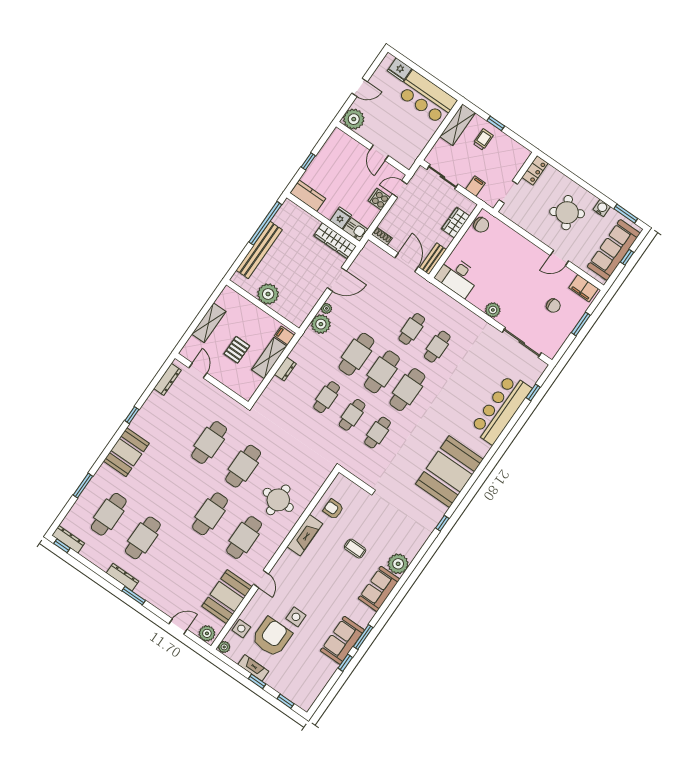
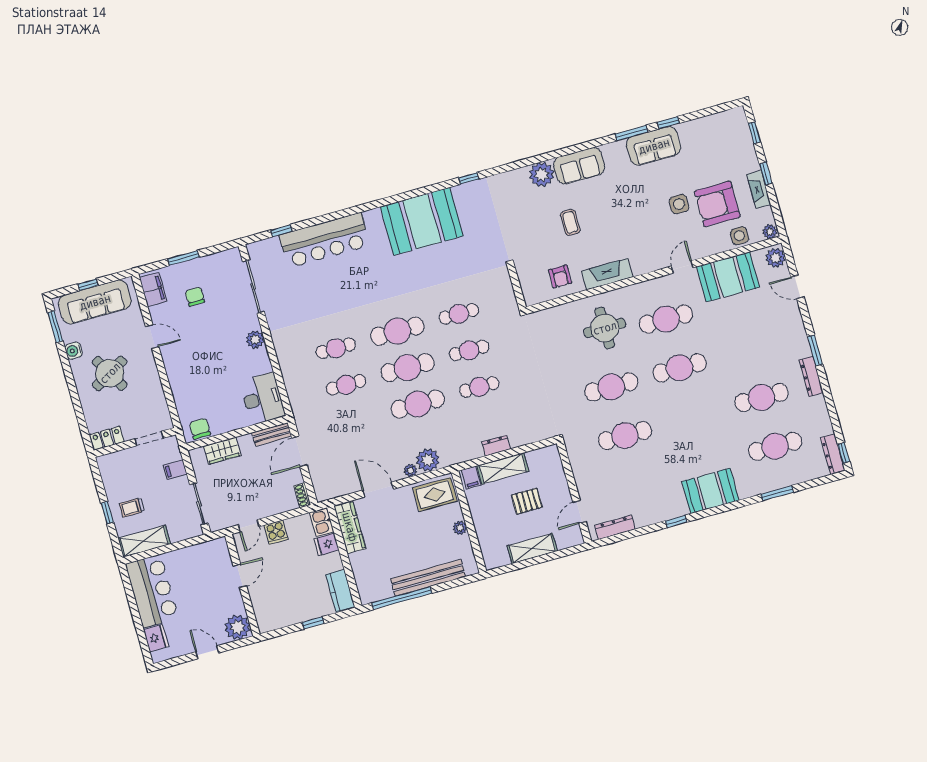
door: (400, 189) -> (249, 526), hinge flipped
plant: (268, 294) -> (460, 528), width x0.53, depth x0.53
rug: (298, 306) -> (435, 495), added

